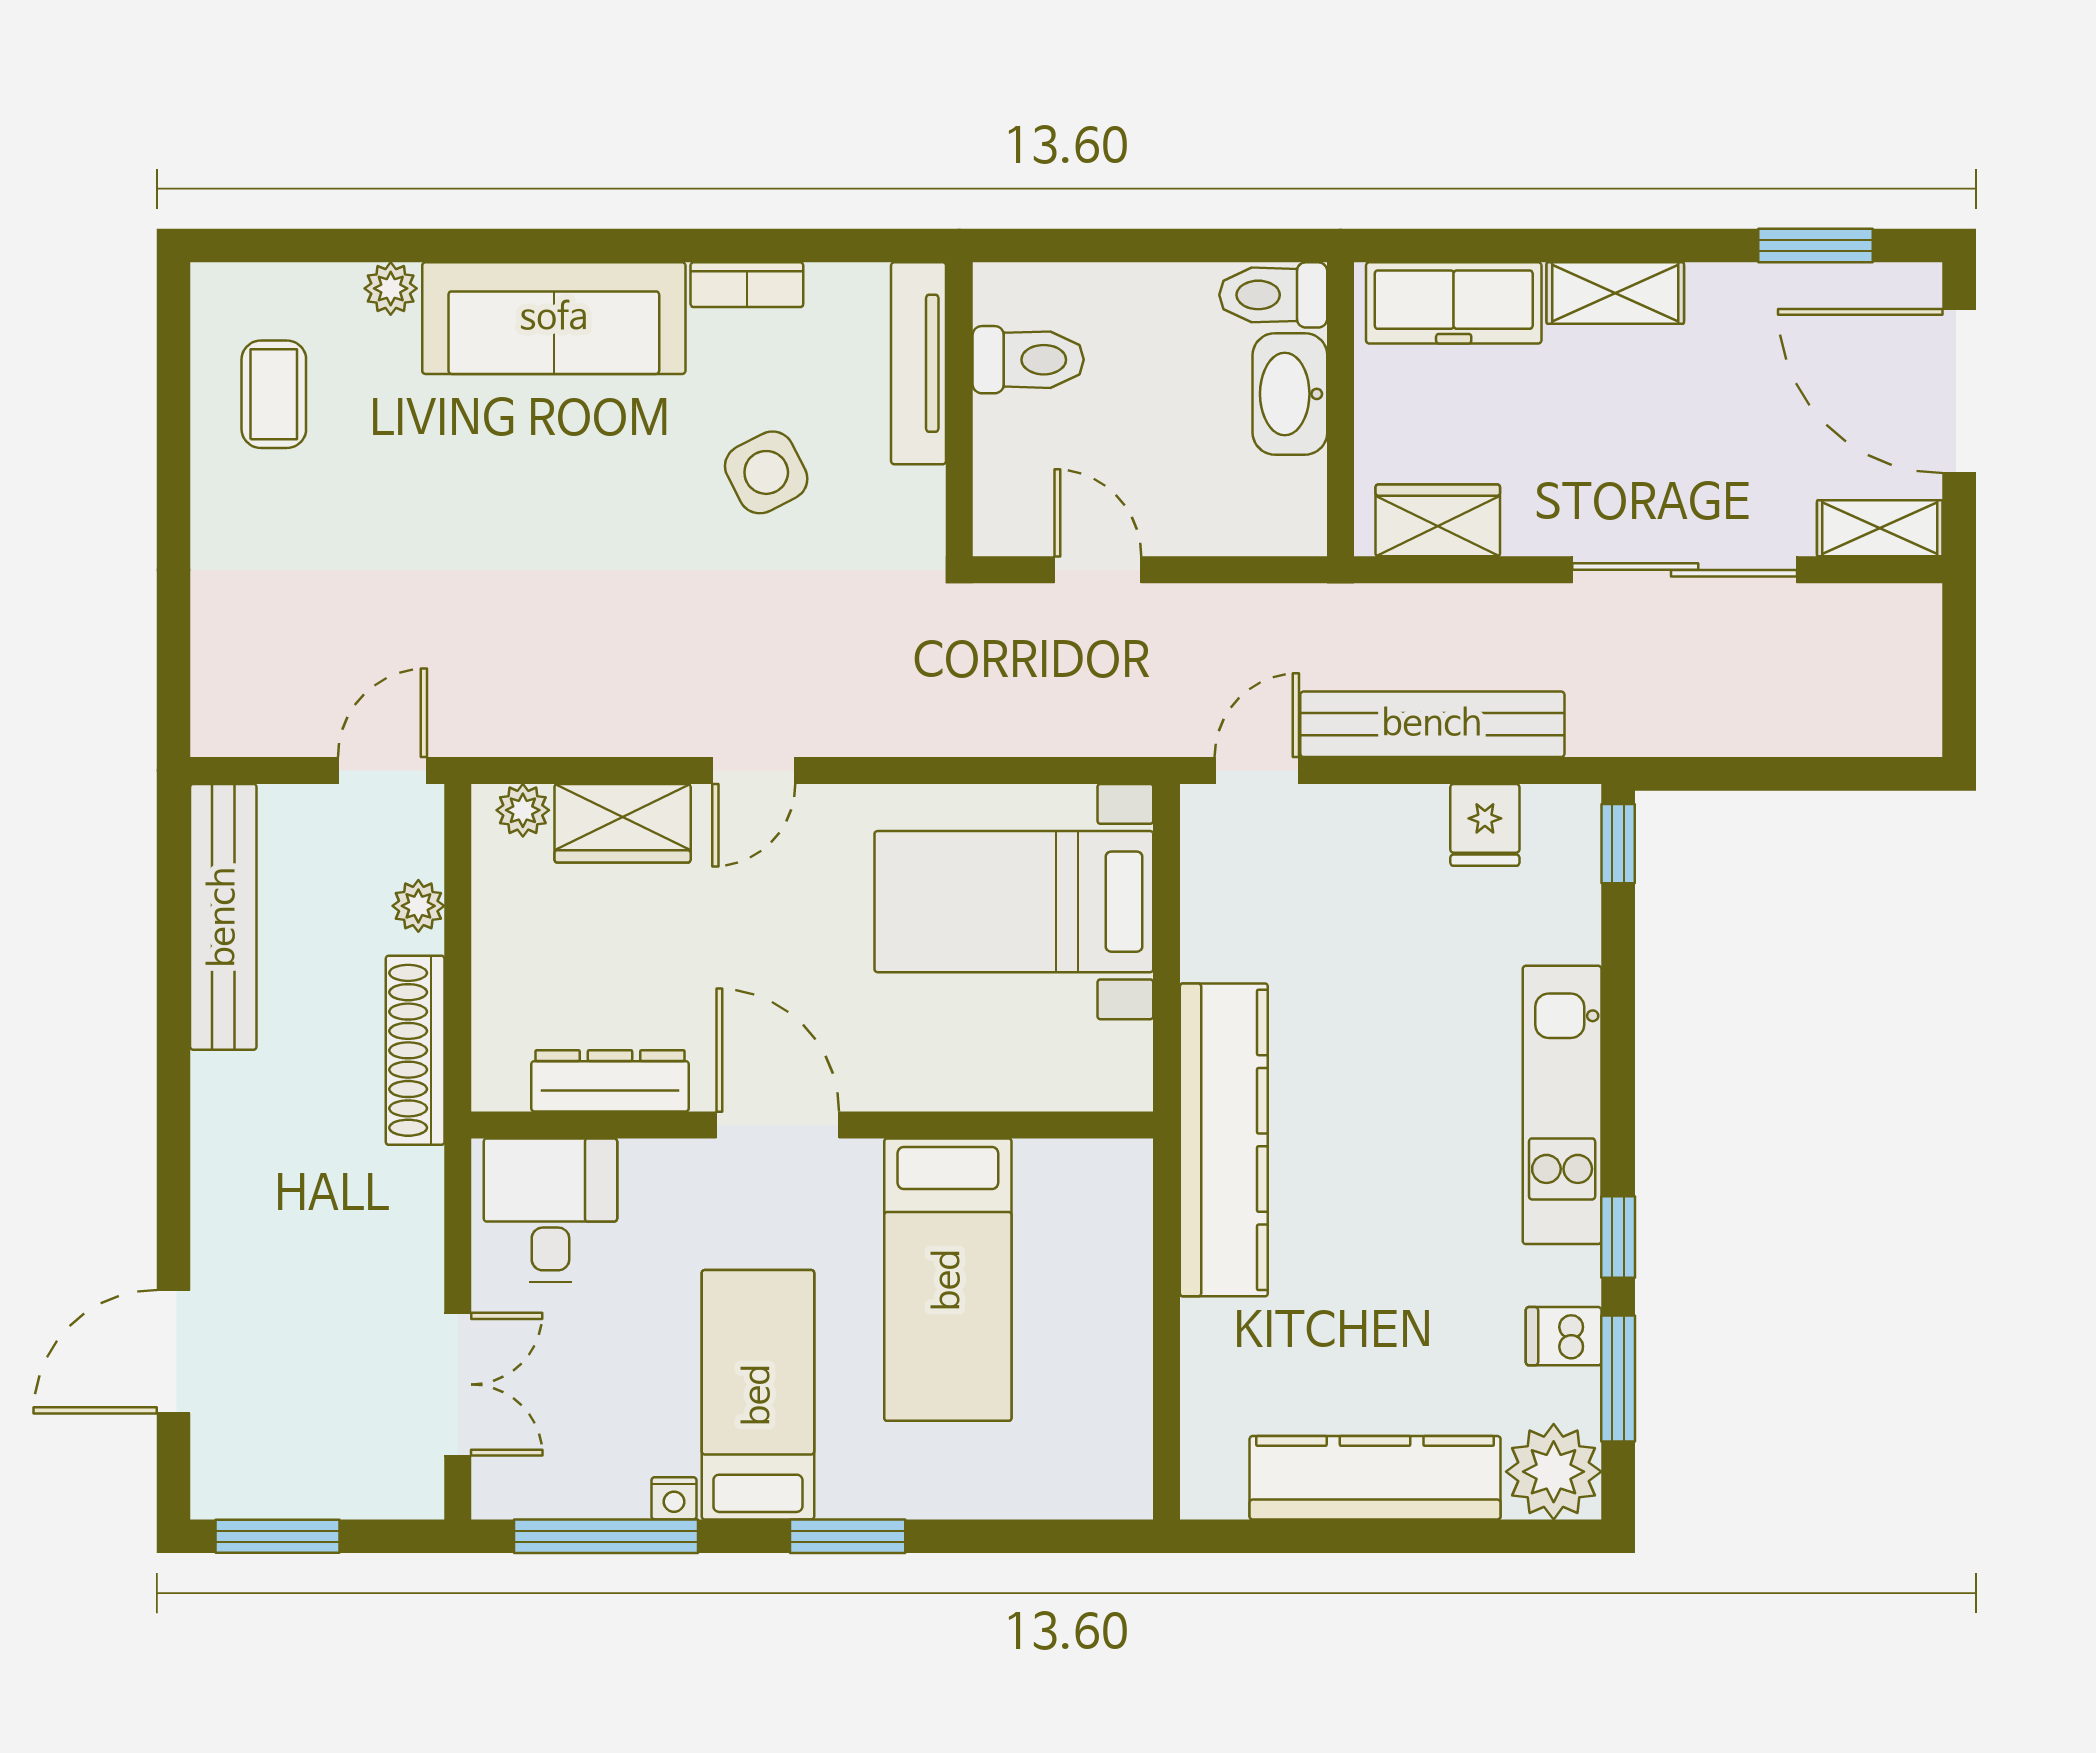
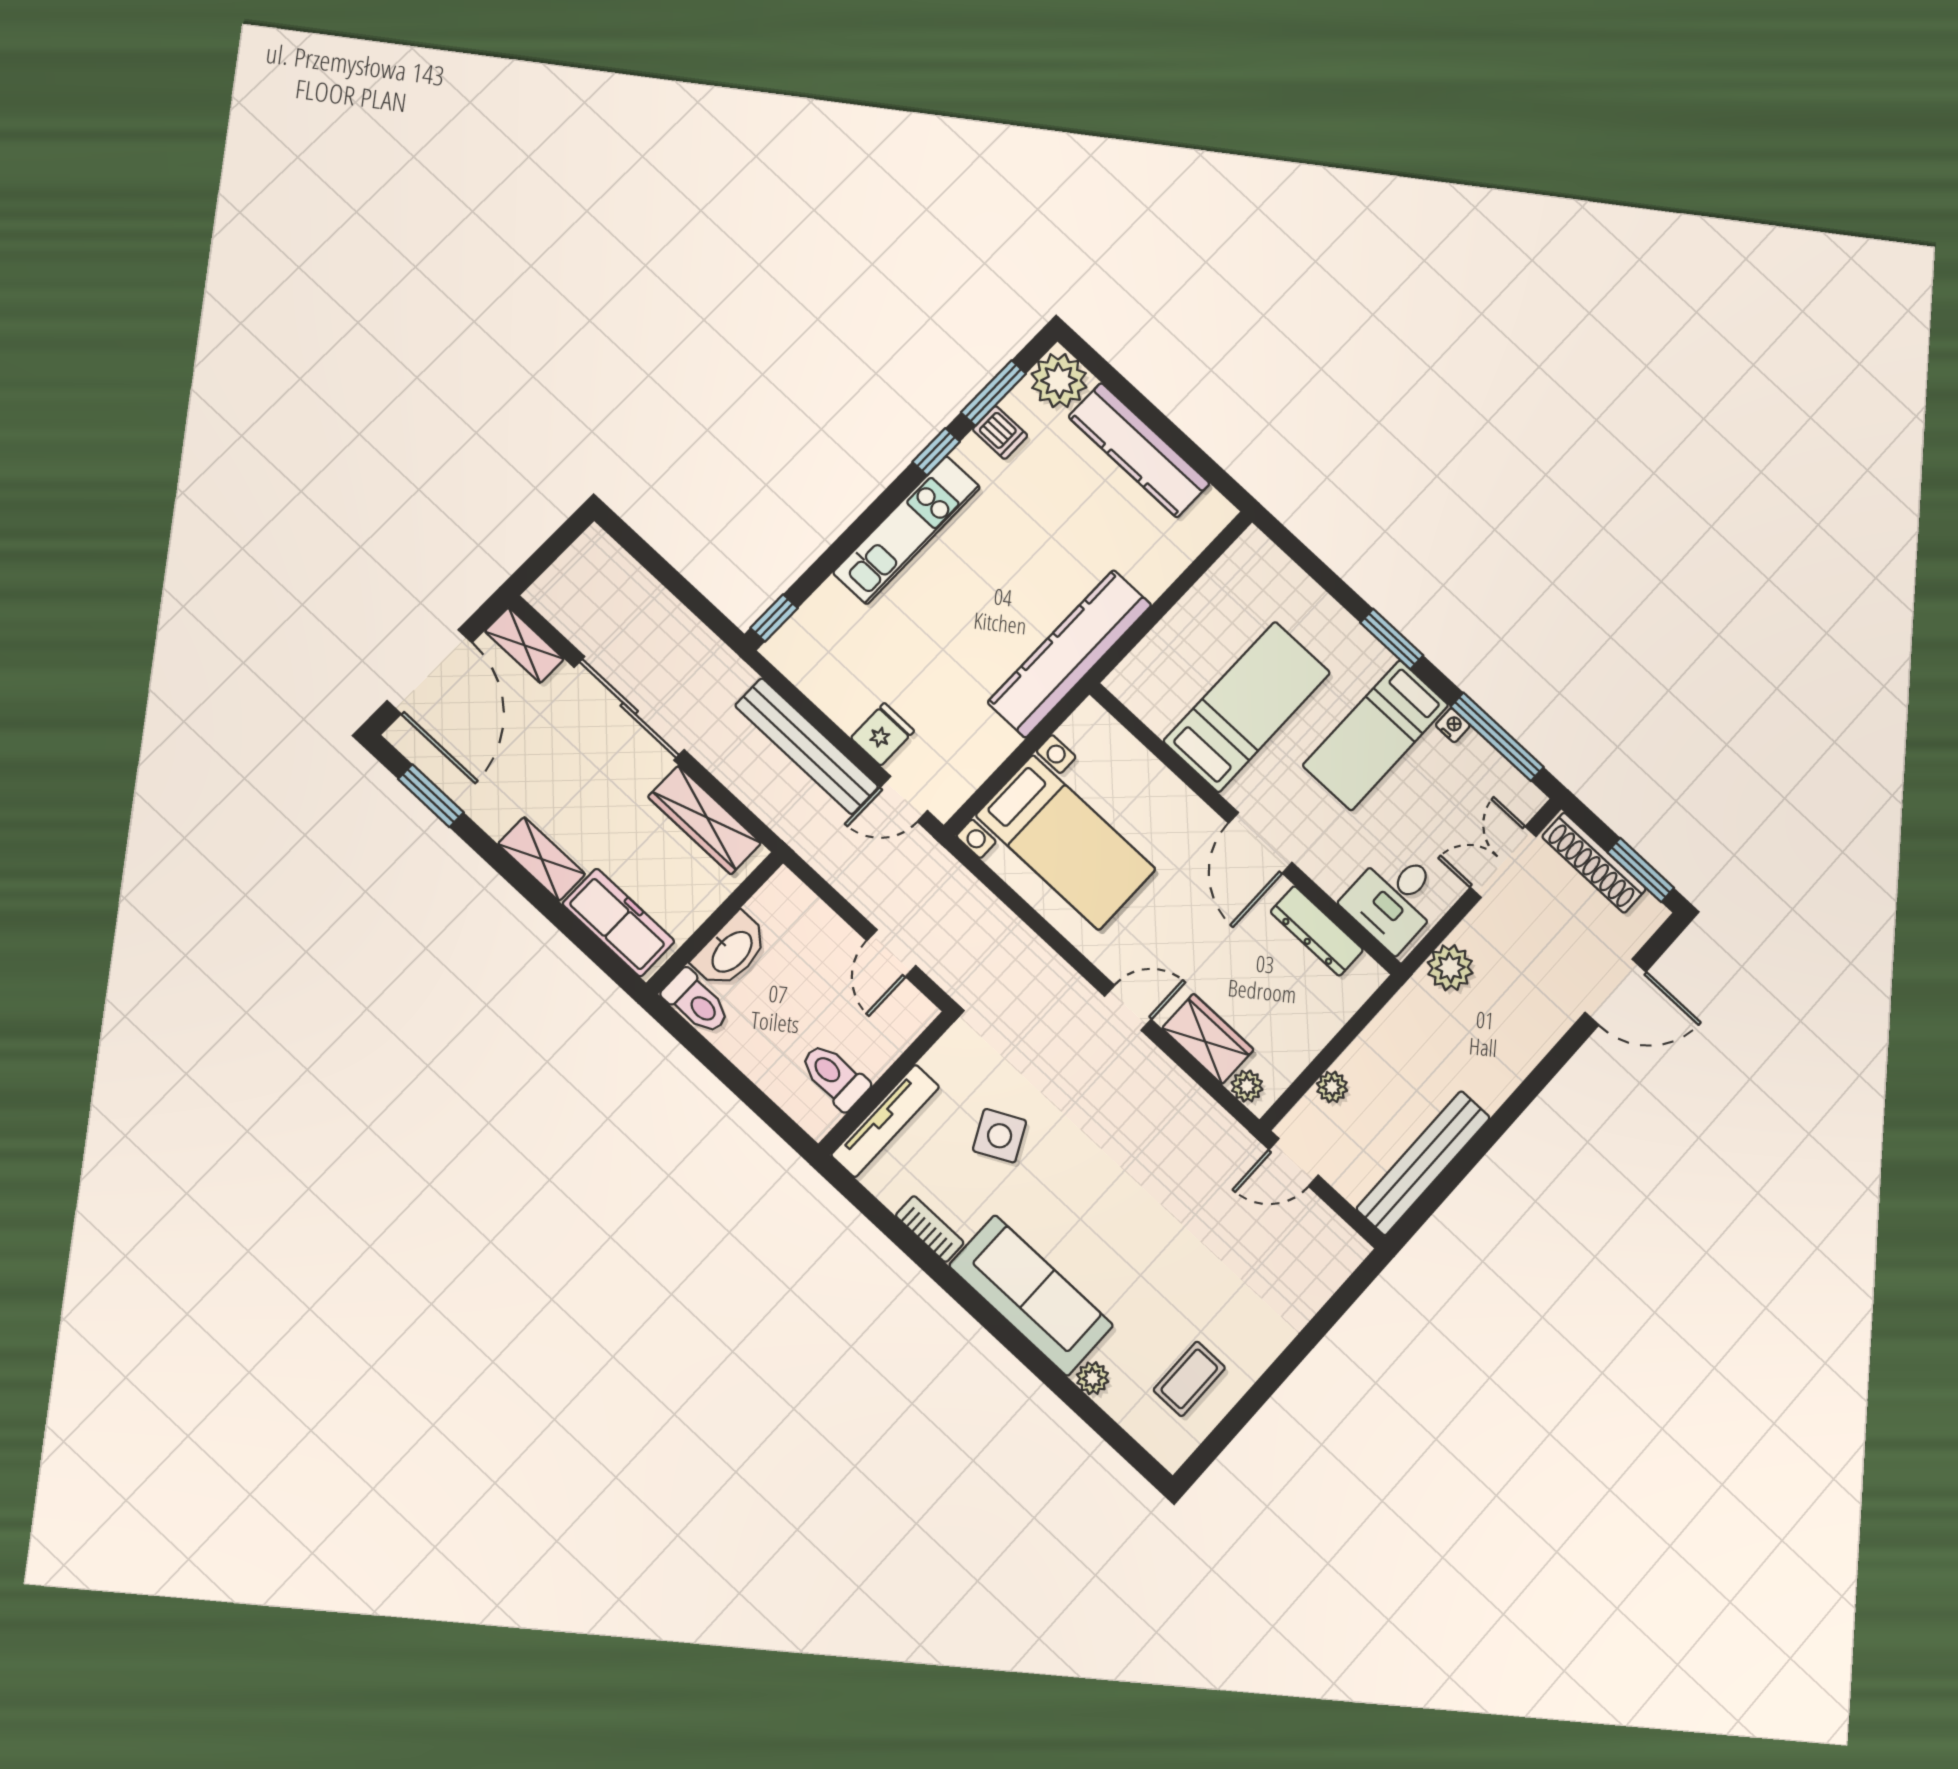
wardrobe: (1438, 520) -> (705, 820), width x1.50
fridge: (1485, 825) -> (883, 734), moved
shoe rack: (415, 1050) -> (1594, 863), moved, turned 90
plant: (405, 1189) -> (1450, 968), added

